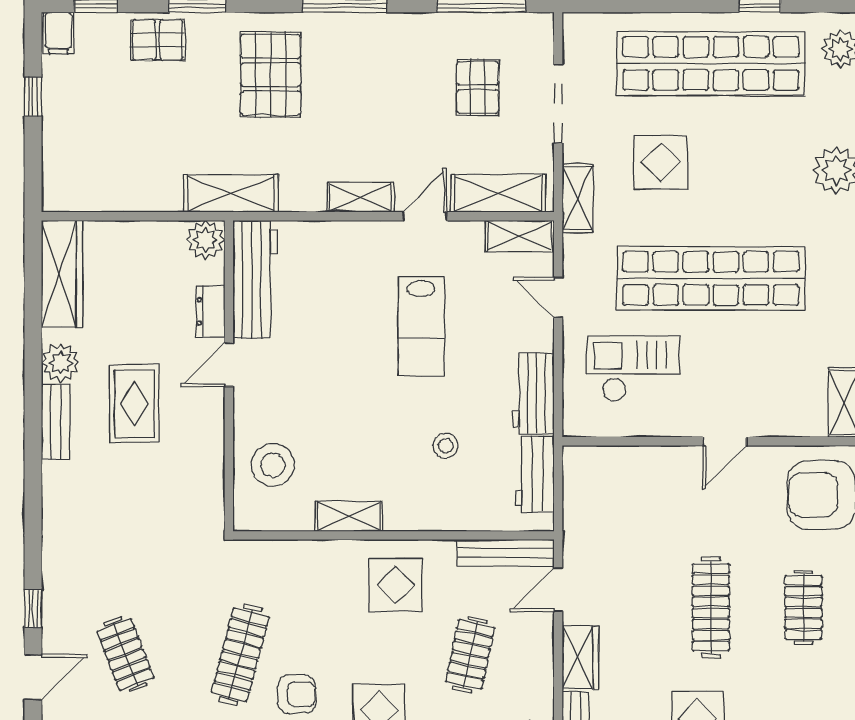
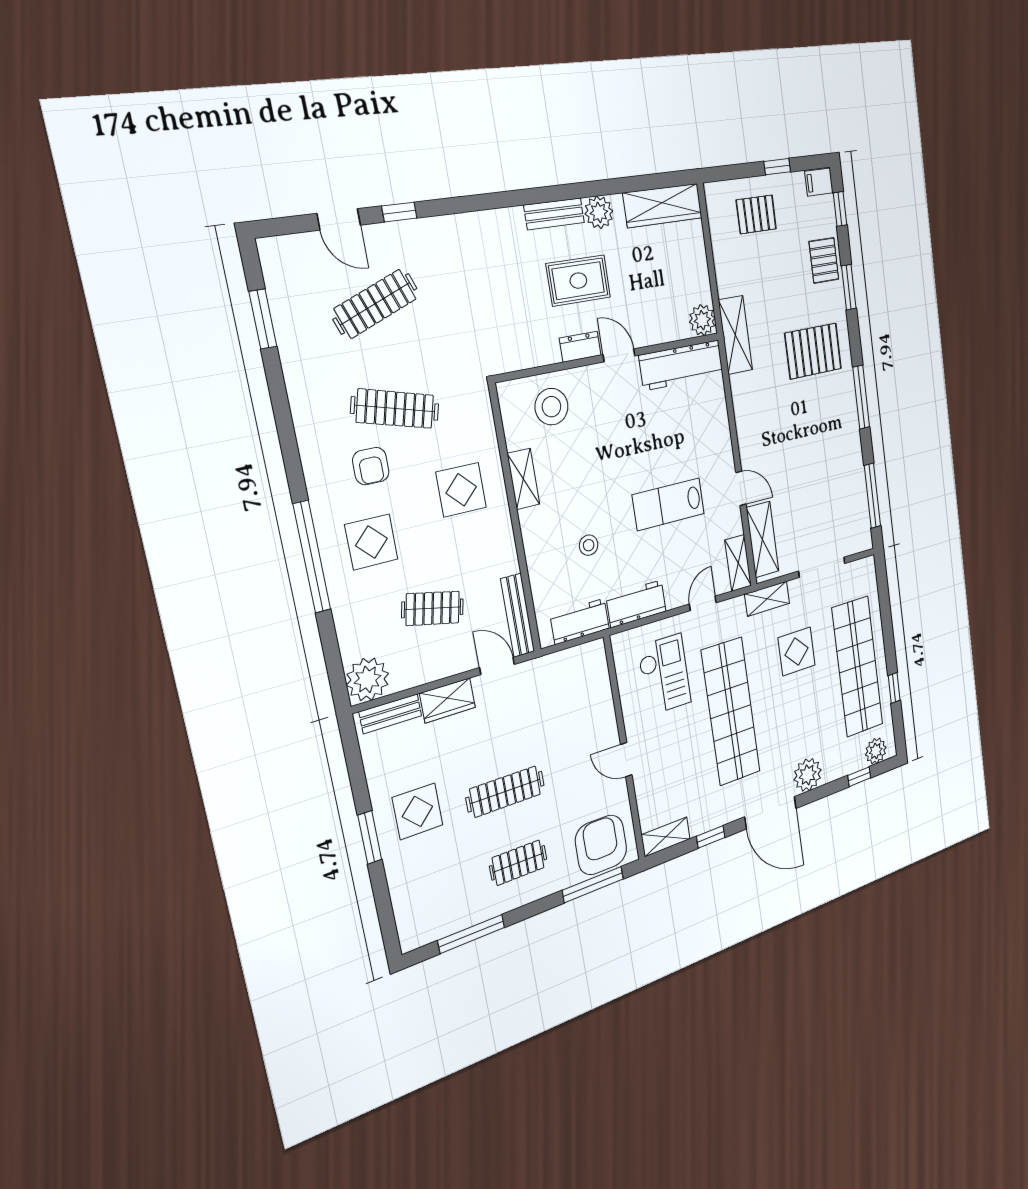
pallet: (478, 87) -> (756, 214), moved
shelving: (360, 197) -> (746, 436), removed
dresser: (210, 311) -> (580, 347), moved
display table: (395, 585) -> (461, 490), moved
clothes rail: (125, 655) -> (375, 304), width x1.36

